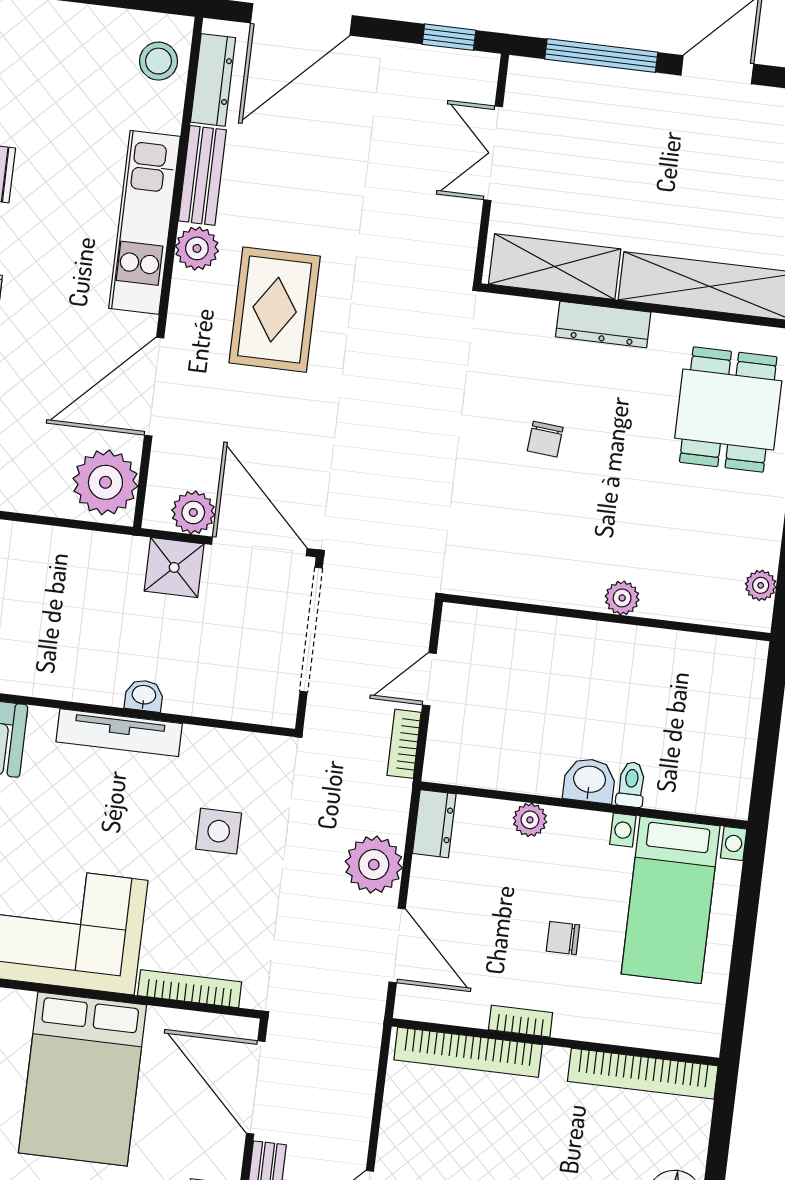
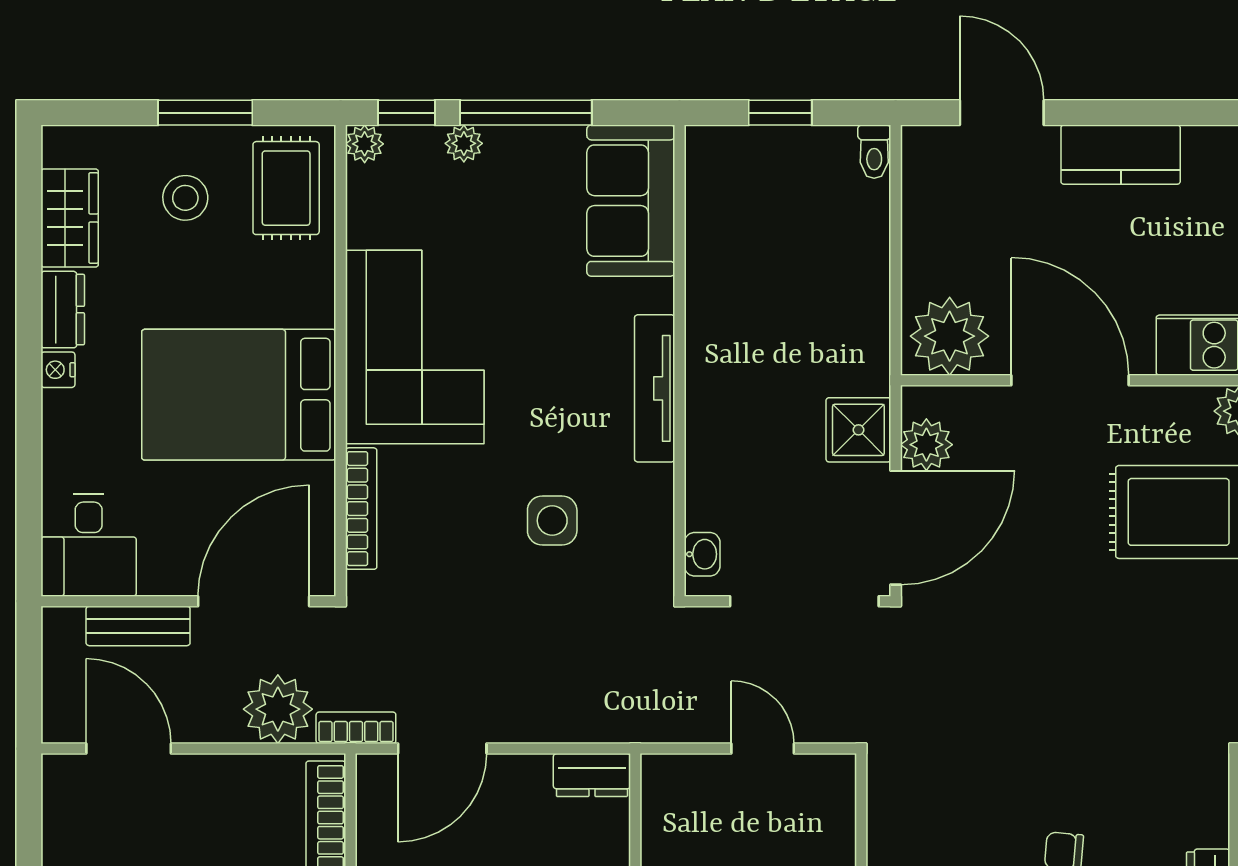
washbasin: (144, 696) -> (702, 554), moved
bookcase: (404, 744) -> (356, 728), moved
plant: (374, 865) -> (278, 709), moved

